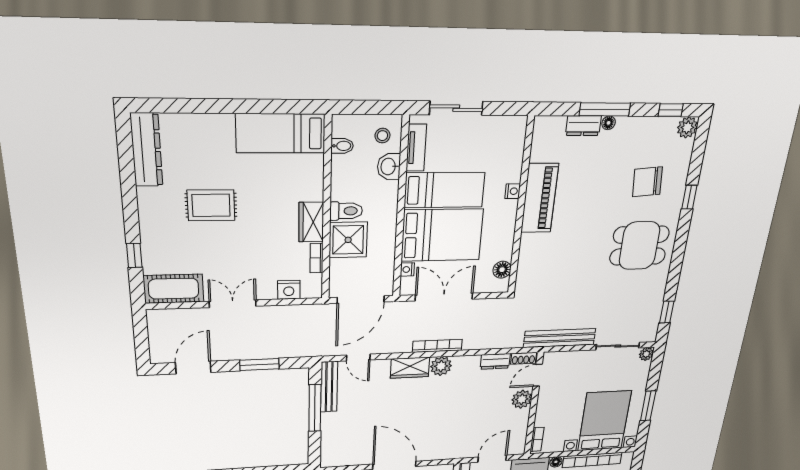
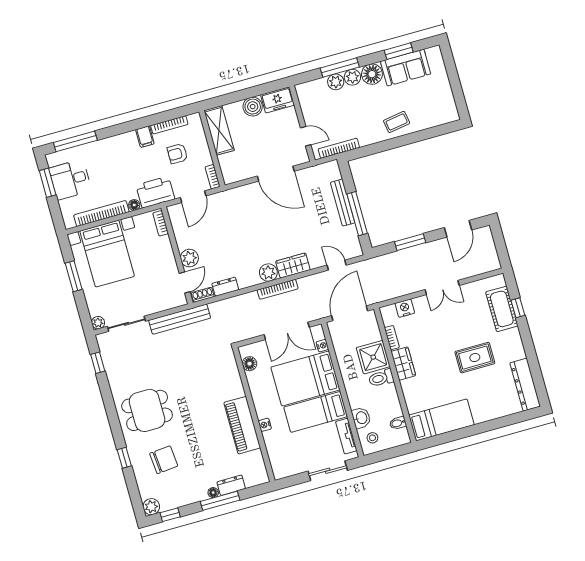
cot: (174, 289) -> (502, 309), moved, turned 90
bench: (329, 387) -> (343, 203), moved

